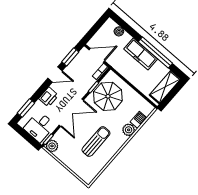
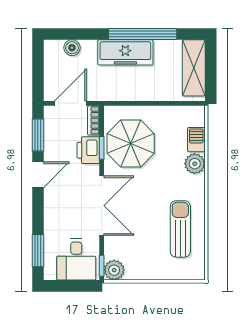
printer: (49, 97) -> (88, 150), moved, turned 180
sun lounger: (96, 142) -> (180, 229), moved

